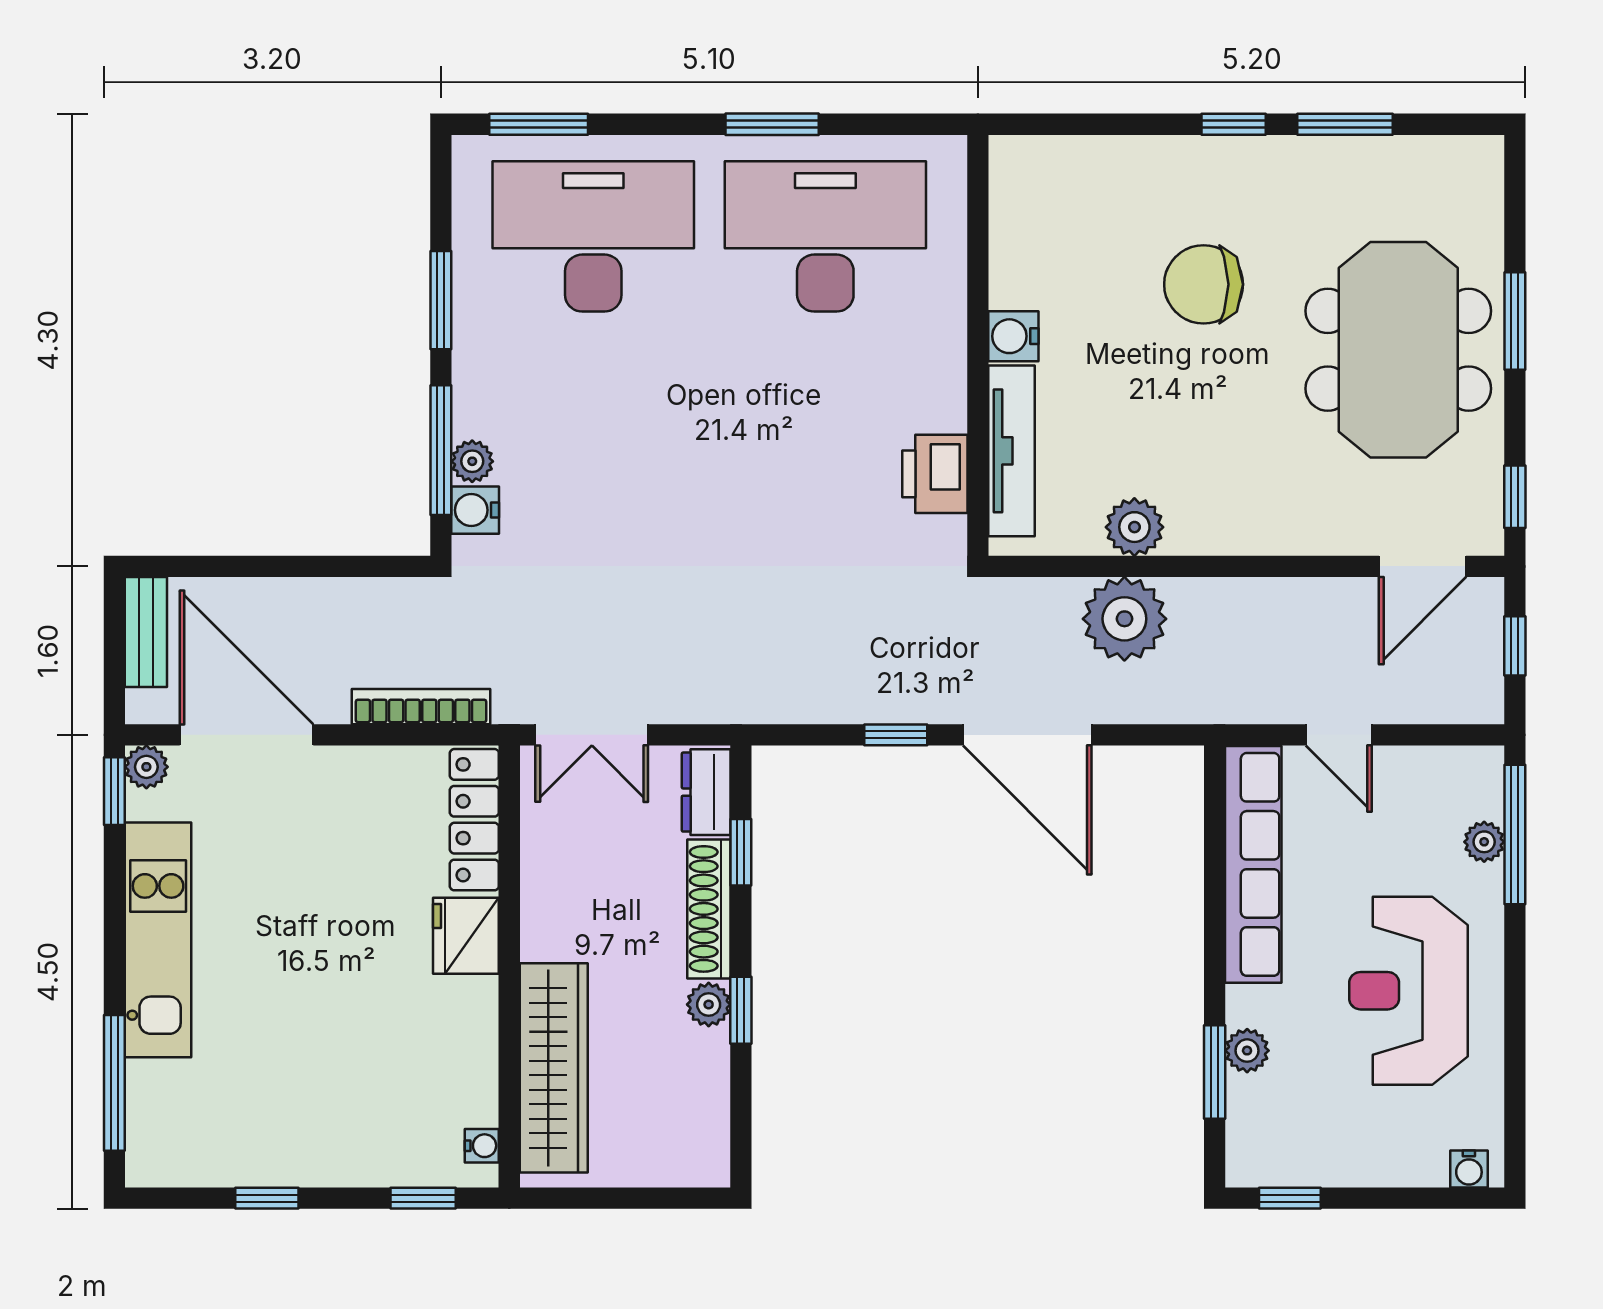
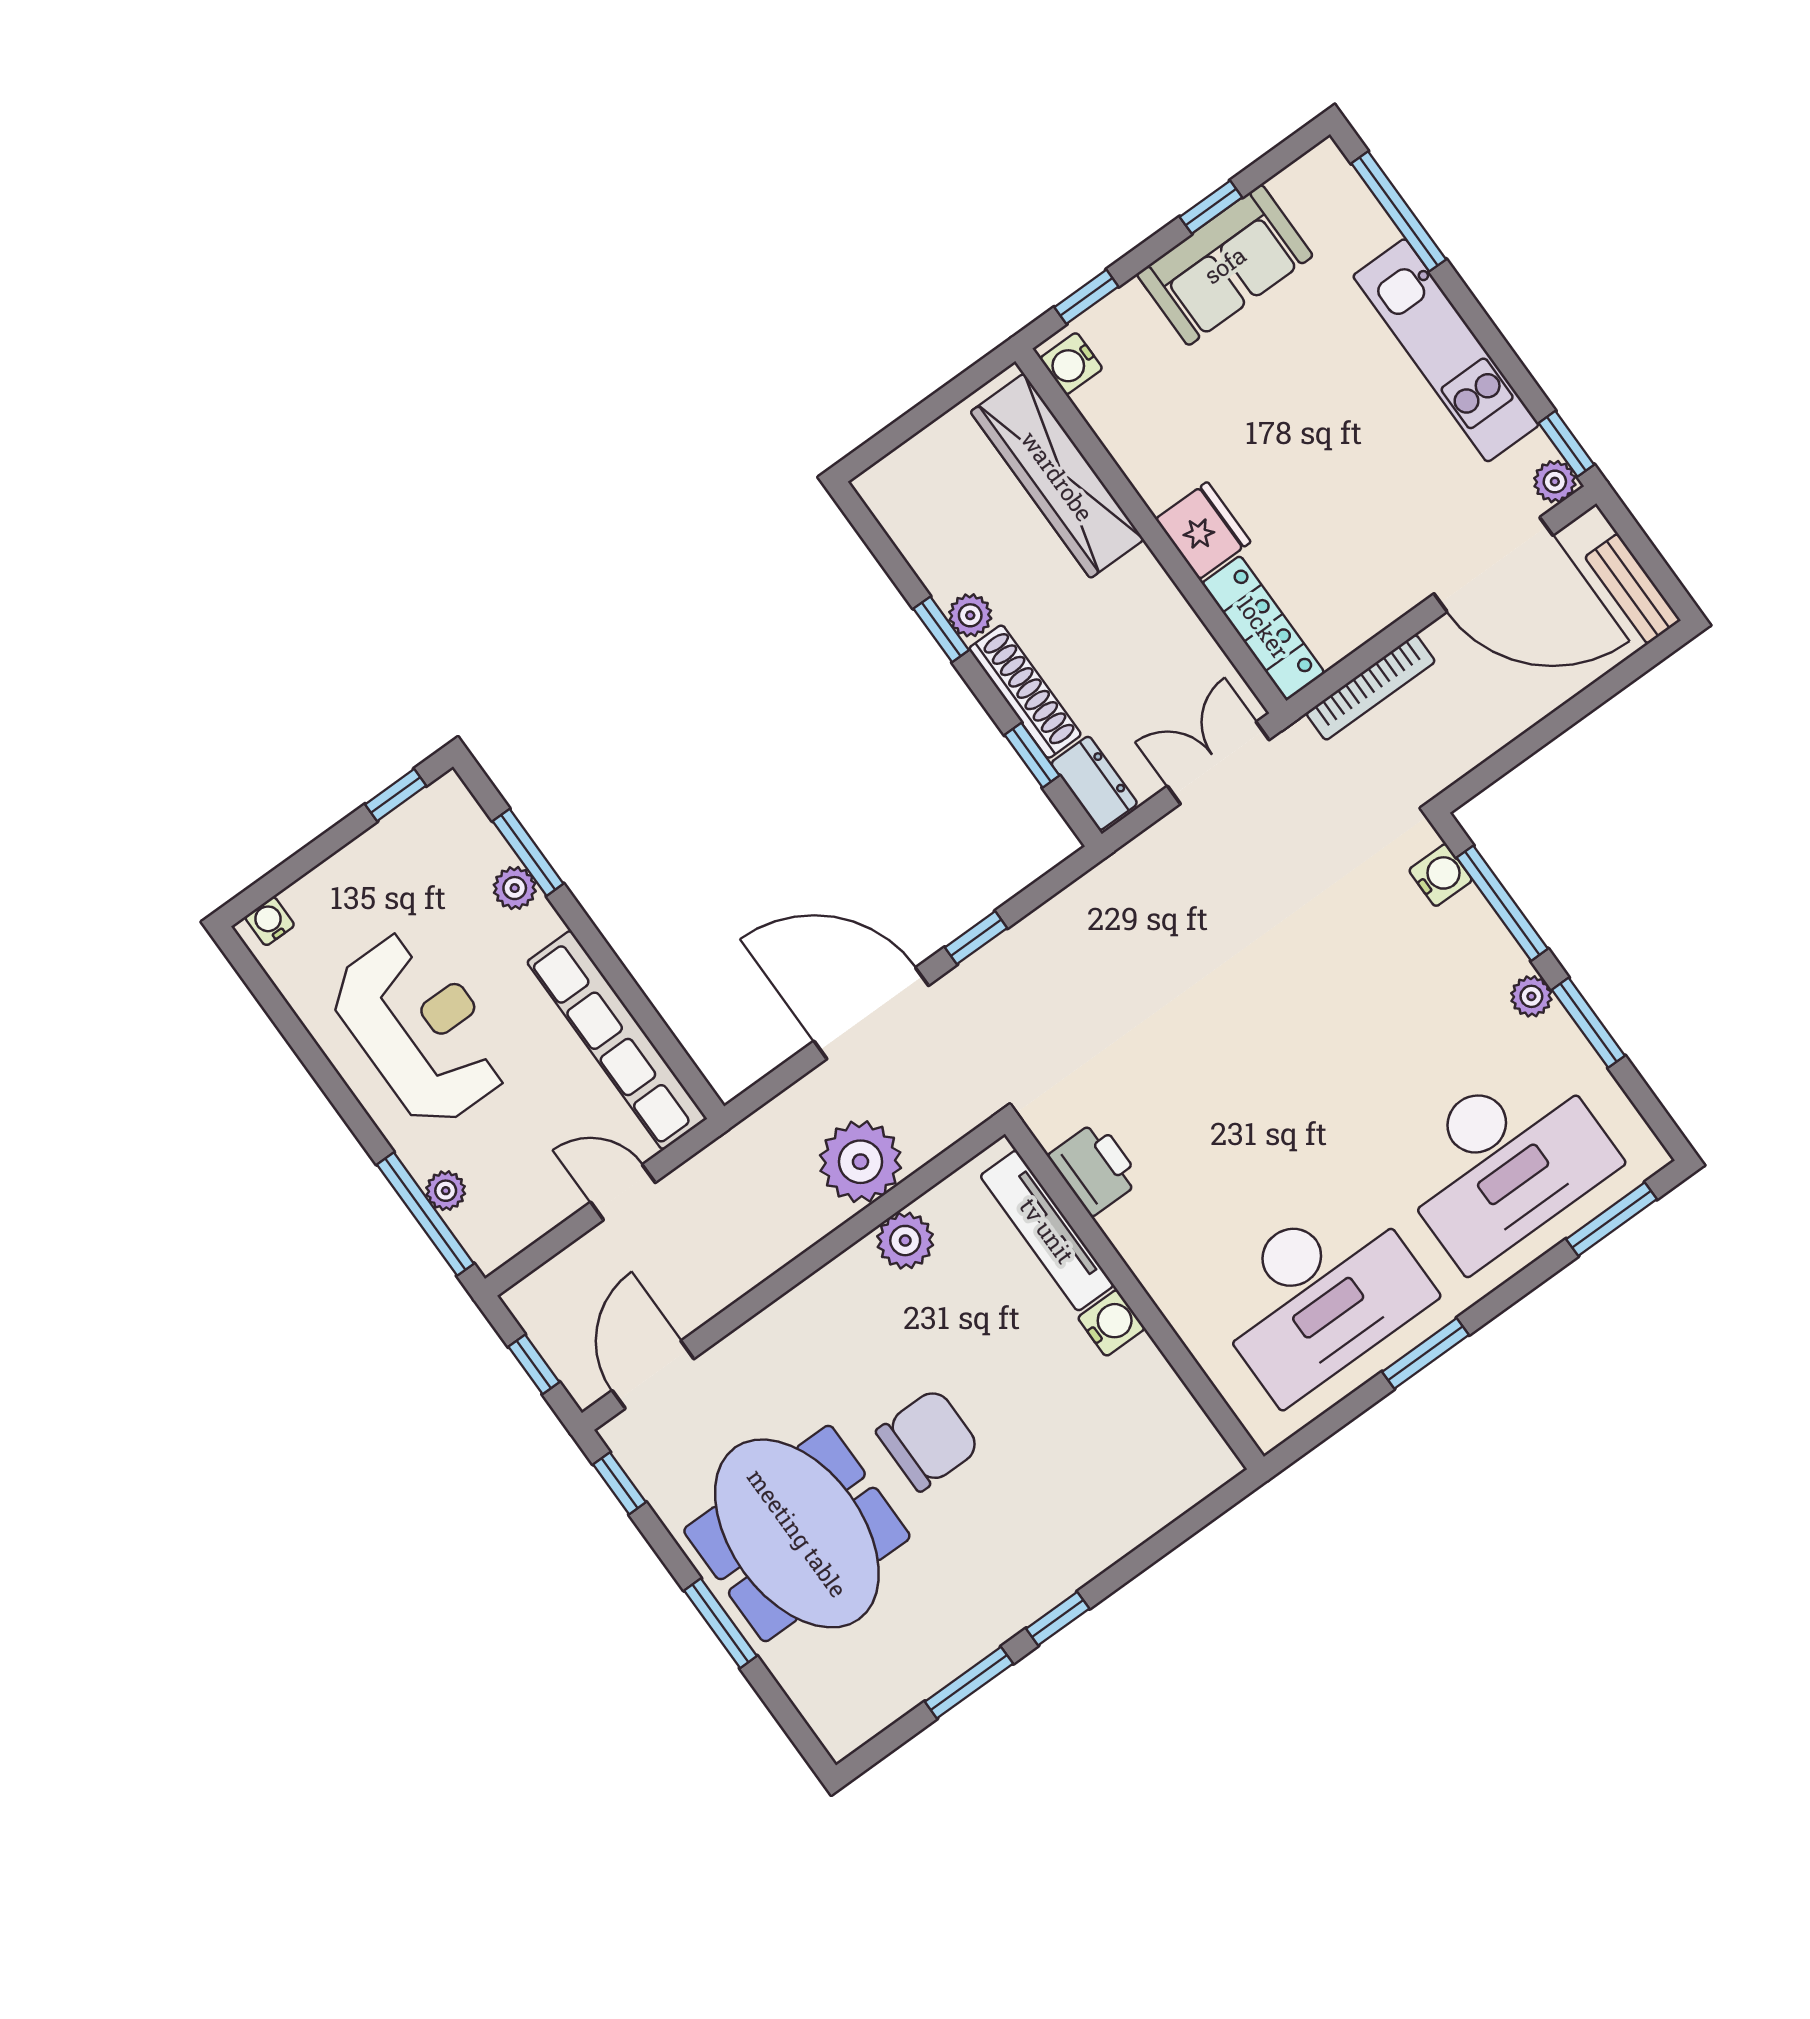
chair: (1204, 284) -> (928, 1440), moved
plant: (472, 461) -> (1531, 996), moved
sofa: (290, 1142) -> (1225, 265), added
water cooler: (482, 1146) -> (1071, 364), width x1.38, depth x1.38

